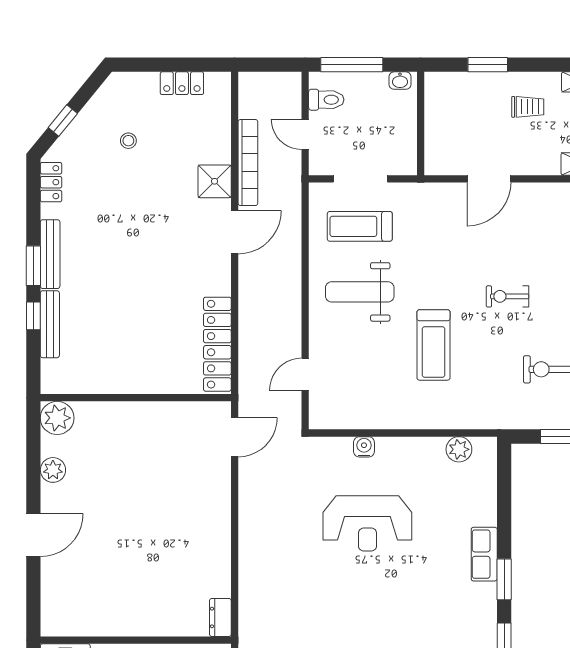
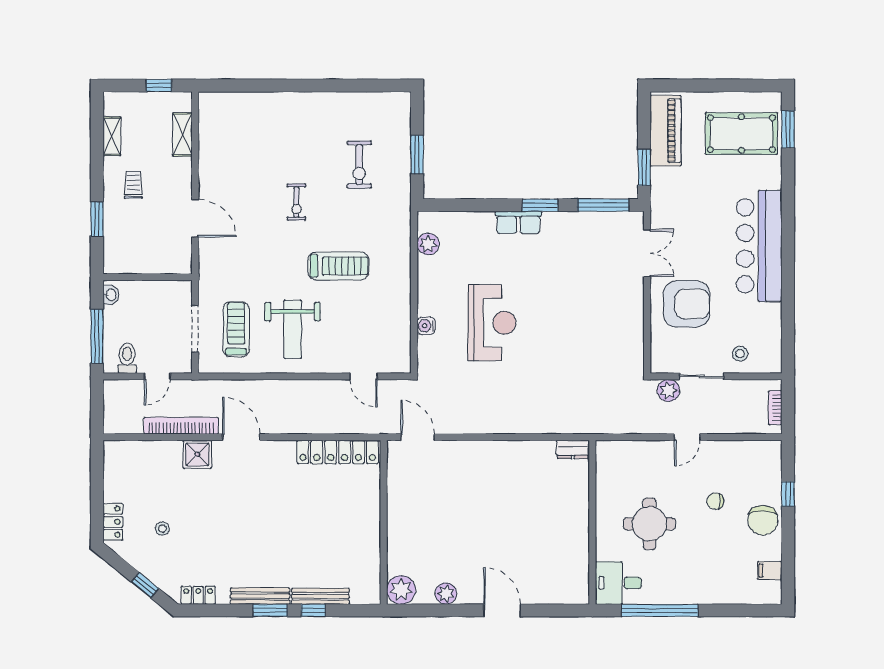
locker: (182, 83) -> (113, 522), moved
treadmill: (360, 226) -> (236, 329), turned 180

